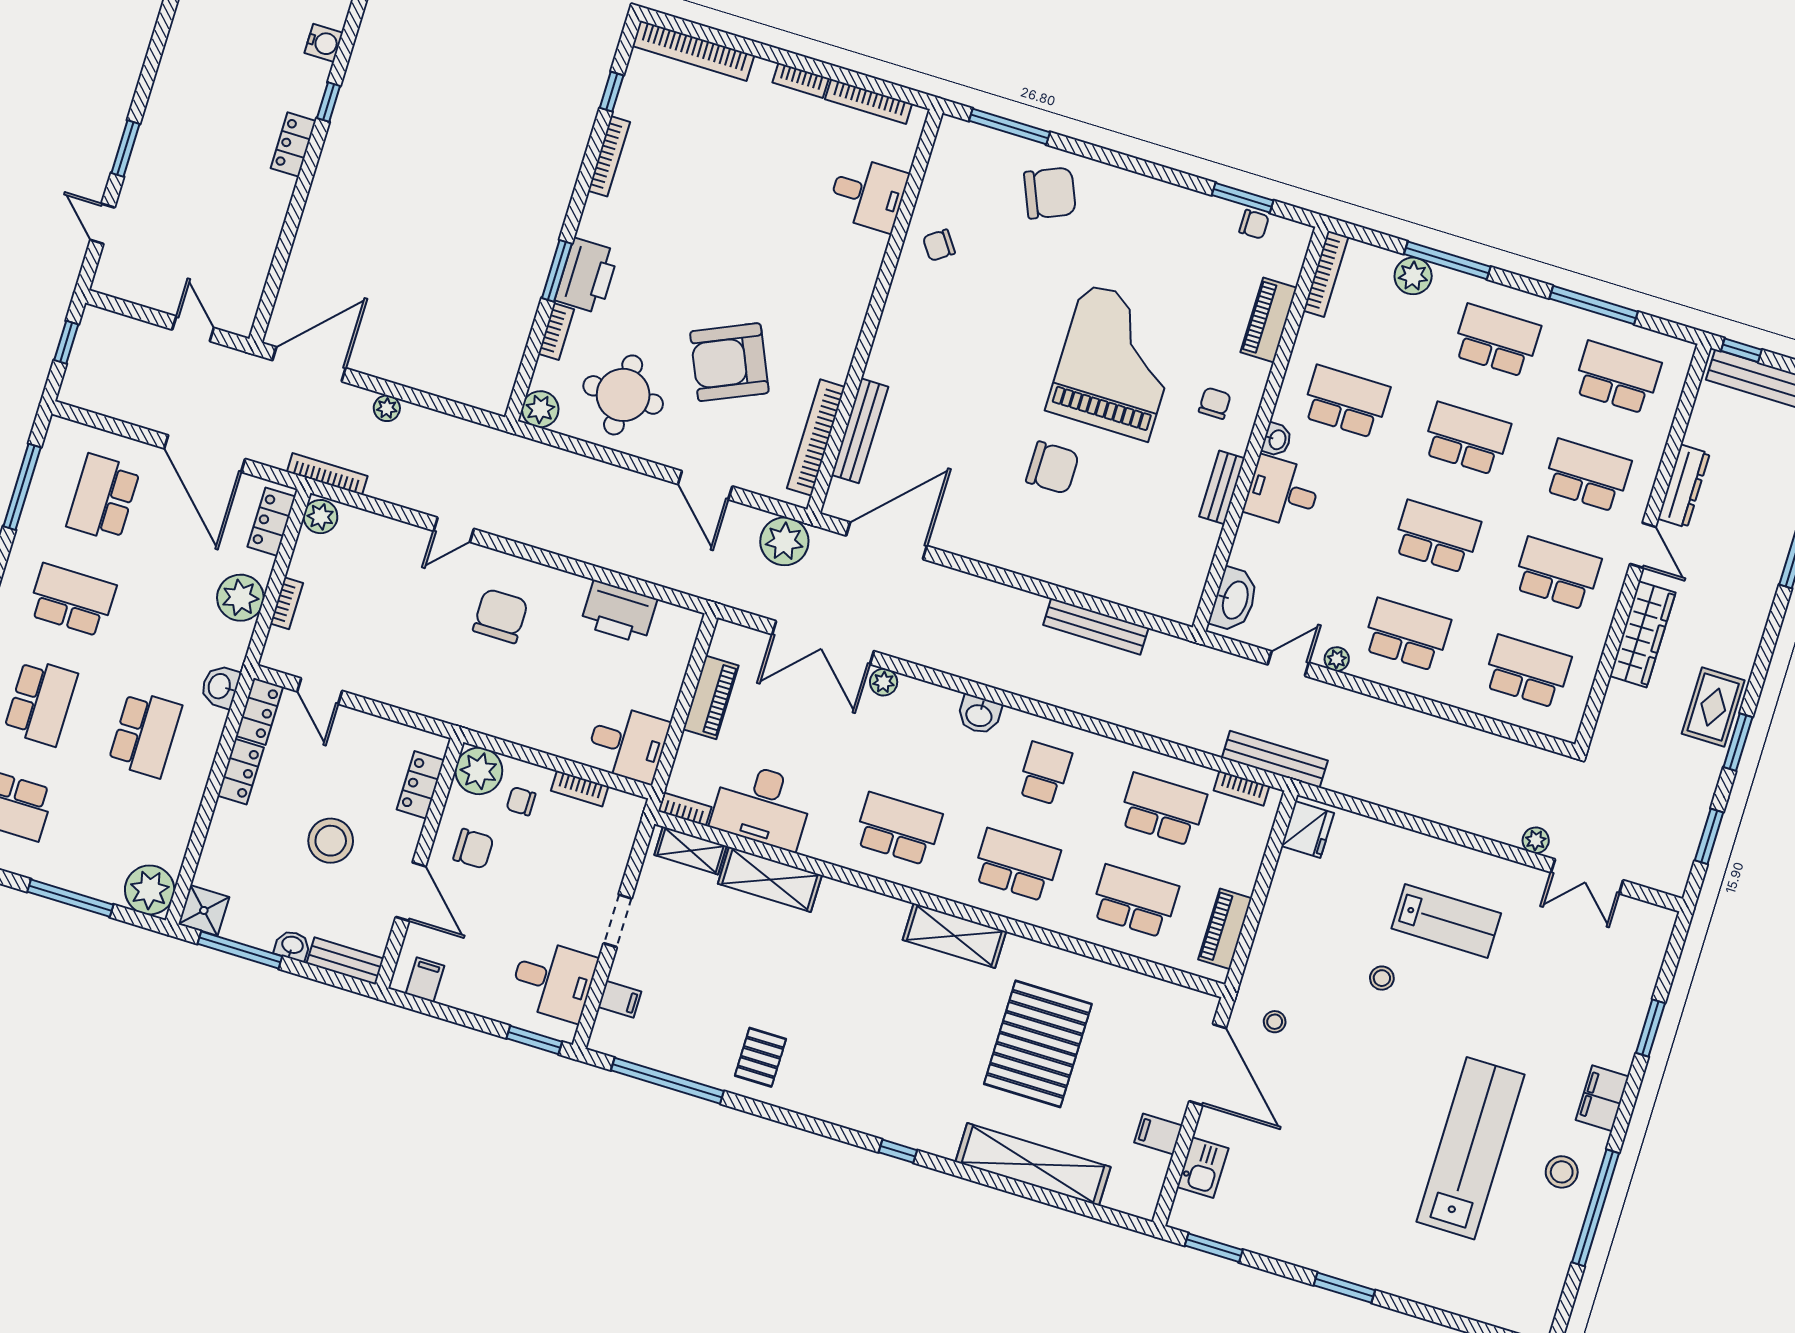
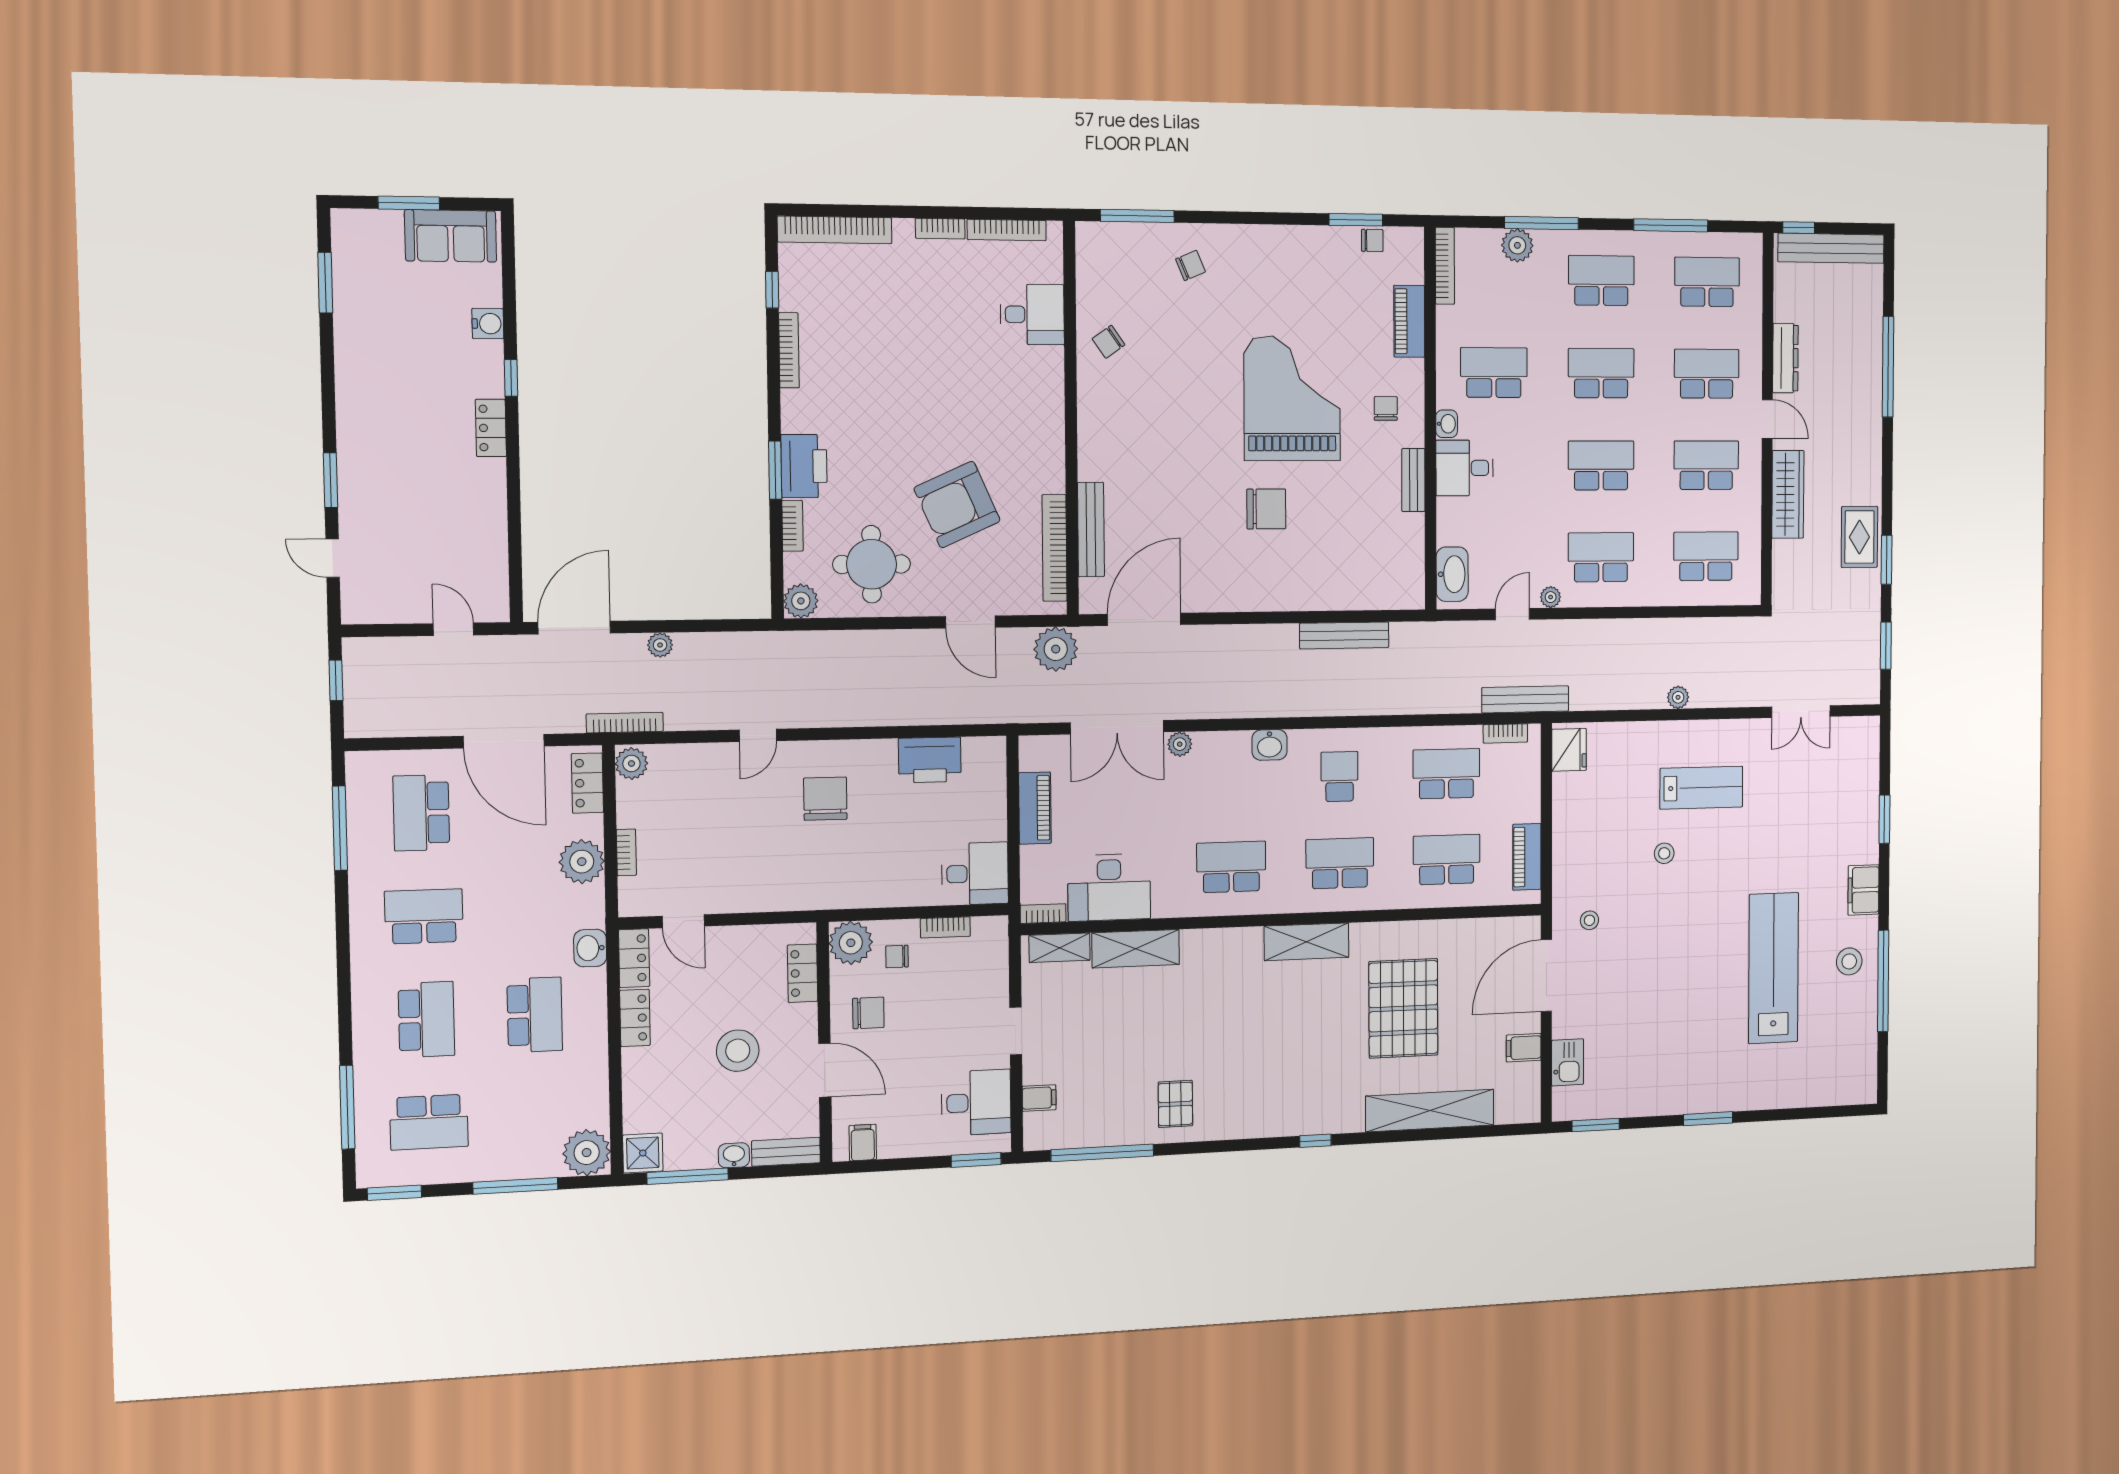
chair: (1050, 193) -> (1191, 265), width x0.54, depth x0.54
plant: (1536, 840) -> (1678, 697), moved
door: (1208, 1065) -> (1546, 976), swing flipped

